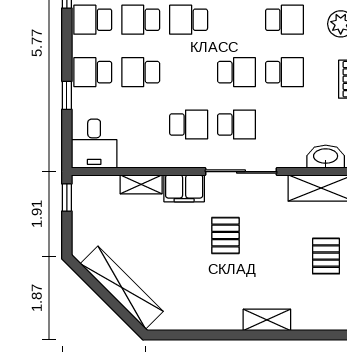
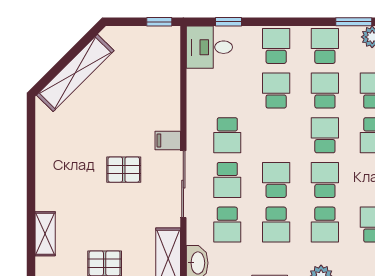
school desk: (237, 20) -> (325, 180), added
school desk: (237, 72) -> (276, 180), turned 180
window: (67, 95) -> (228, 22), moved
school desk: (284, 124) -> (227, 225), added
shelving: (141, 184) -> (171, 91), removed
filing cabinet: (184, 188) -> (168, 140), width x0.50
shelving: (267, 320) -> (45, 234), moved

